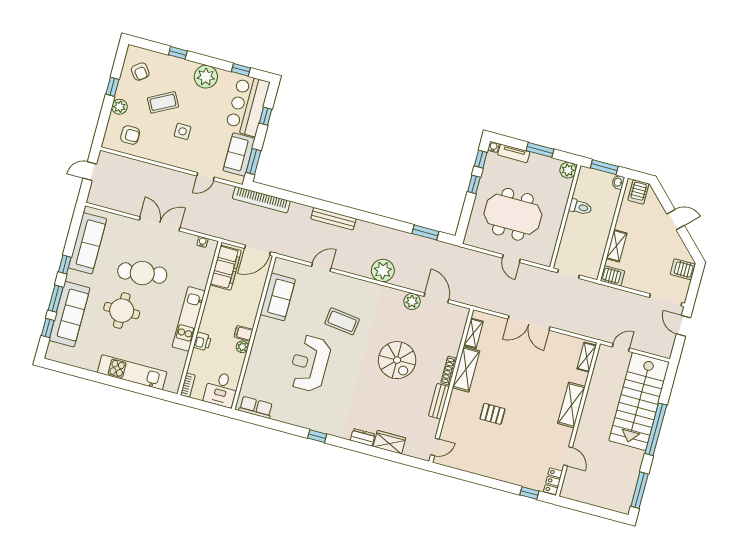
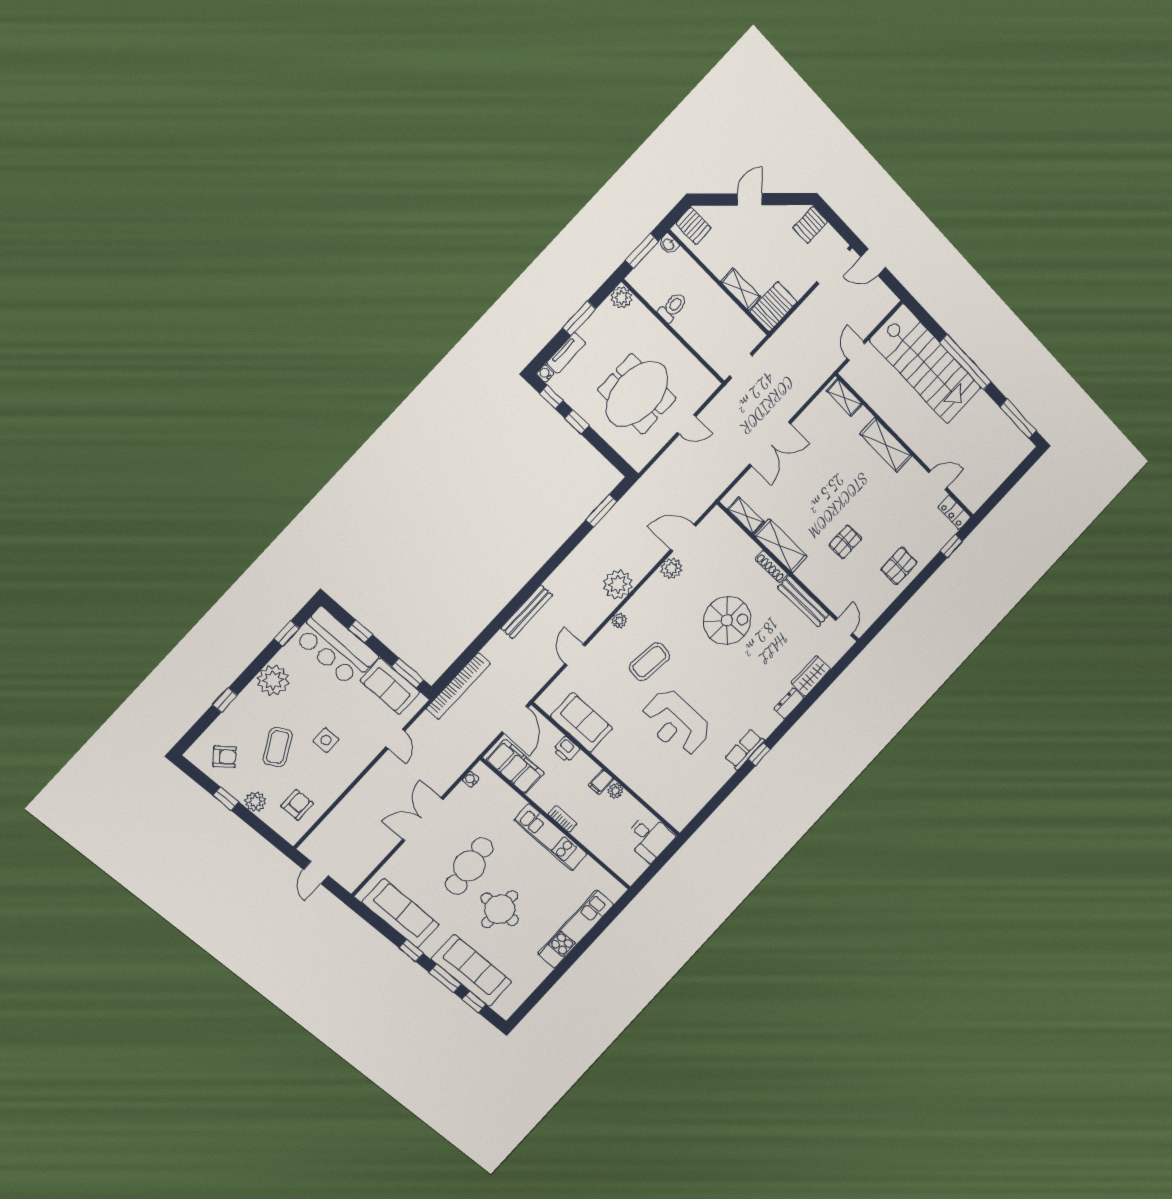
server rack: (613, 276) -> (773, 307), width x1.36, depth x1.44
plant: (359, 285) -> (619, 621), added
printer: (202, 341) -> (566, 749), moved, turned 180
bookcase: (188, 385) -> (563, 819), moved
bench: (439, 401) -> (803, 601), width x1.36
row of seats: (256, 407) -> (744, 749), moved
pallet: (496, 462) -> (899, 566), added

